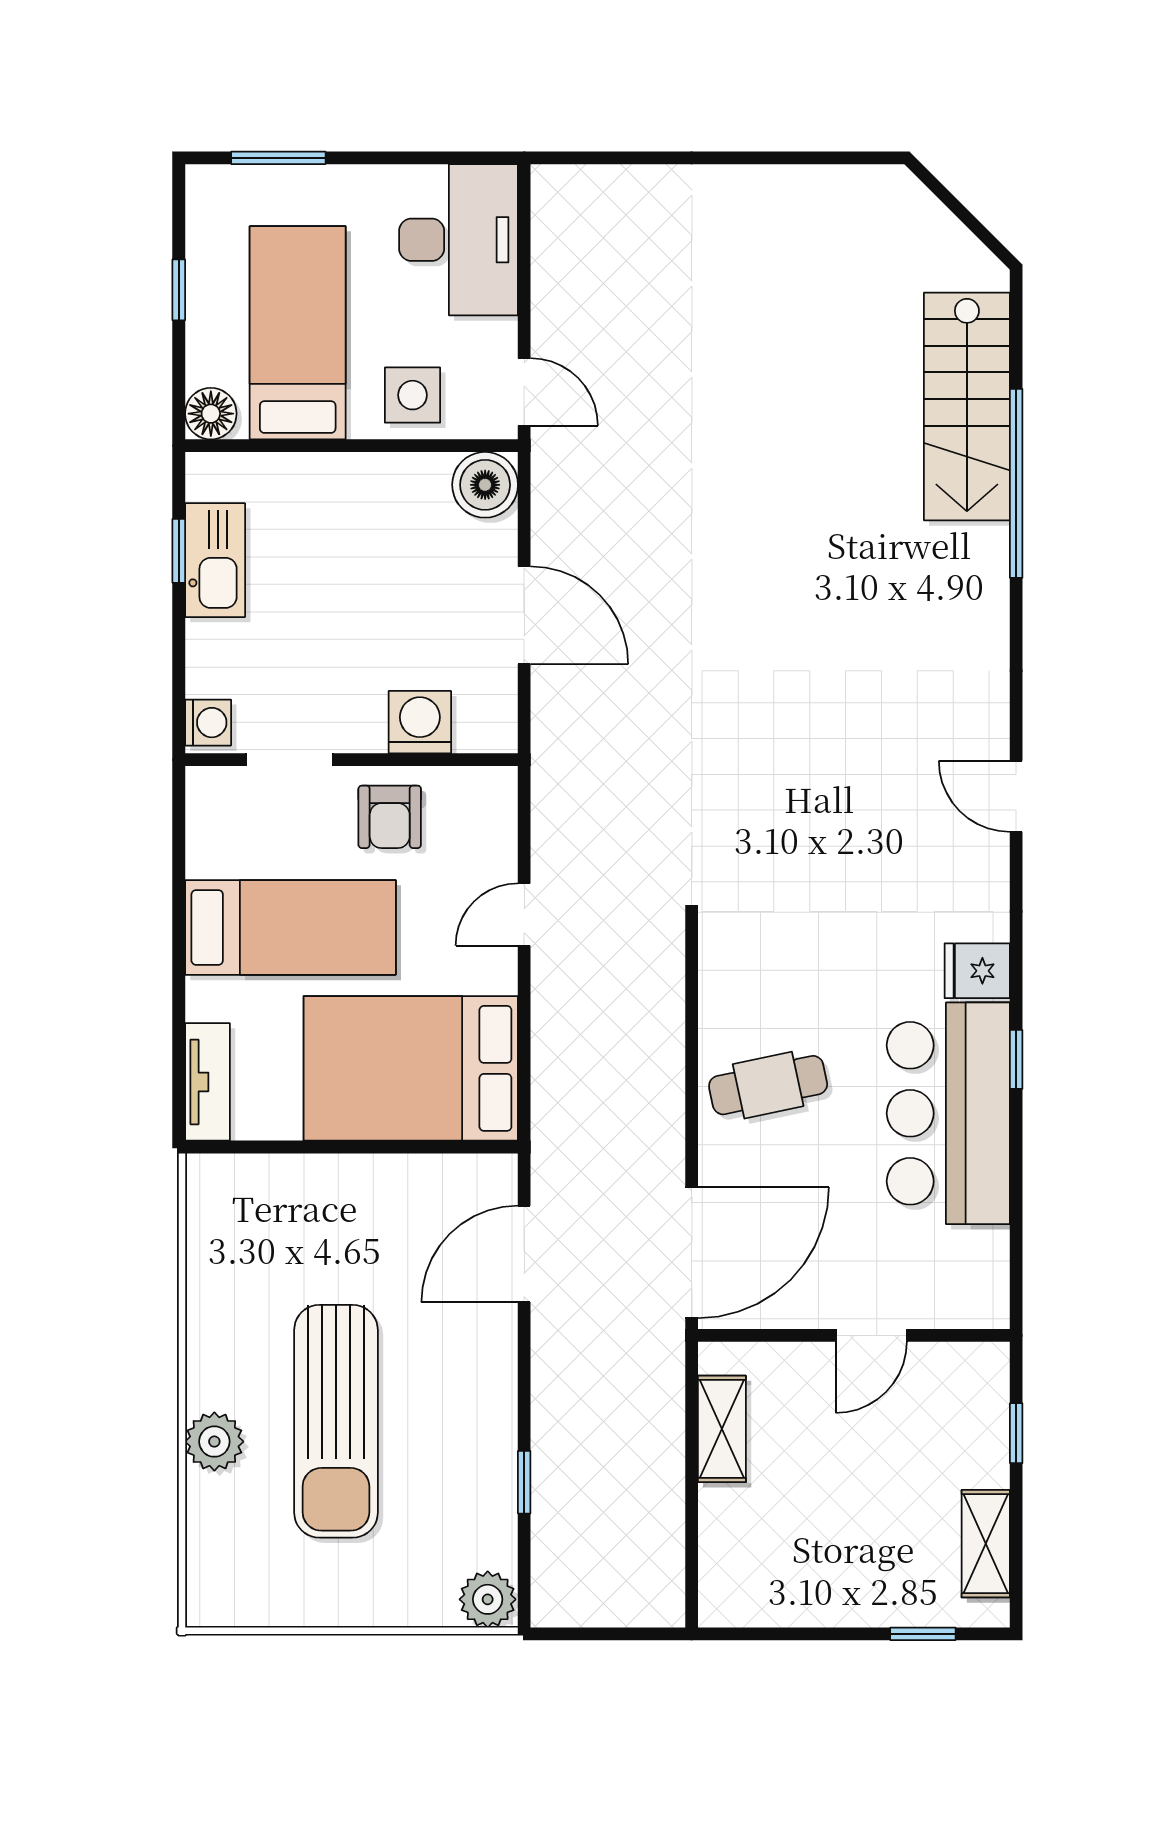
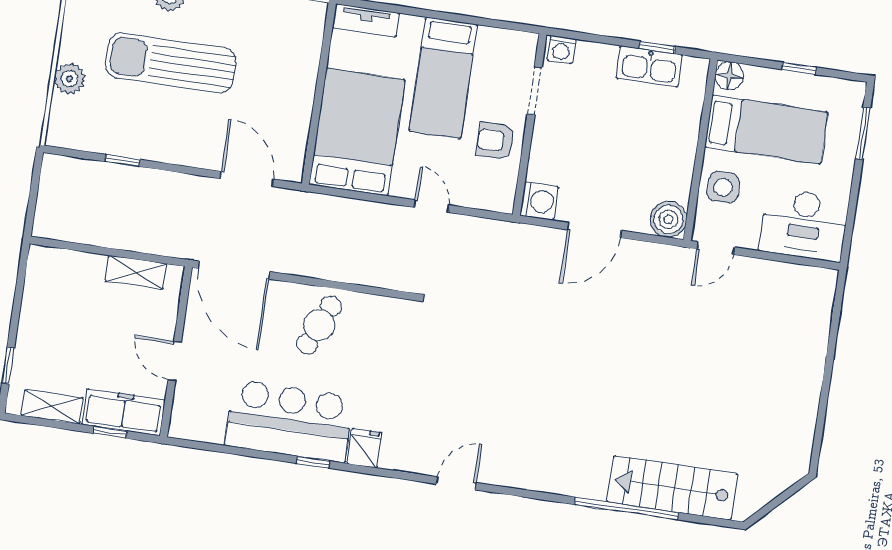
washing machine: (420, 722) -> (539, 201), moved
cafe table: (768, 1085) -> (319, 325), turned 36
freezer: (976, 1414) -> (124, 412), added
plant: (488, 1599) -> (70, 79), moved

